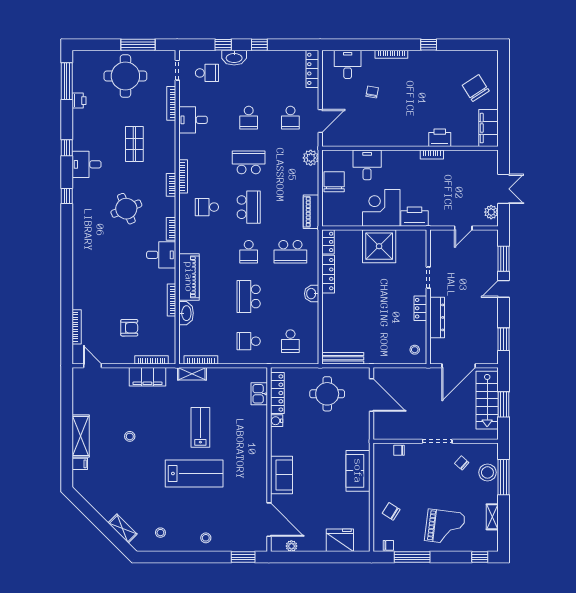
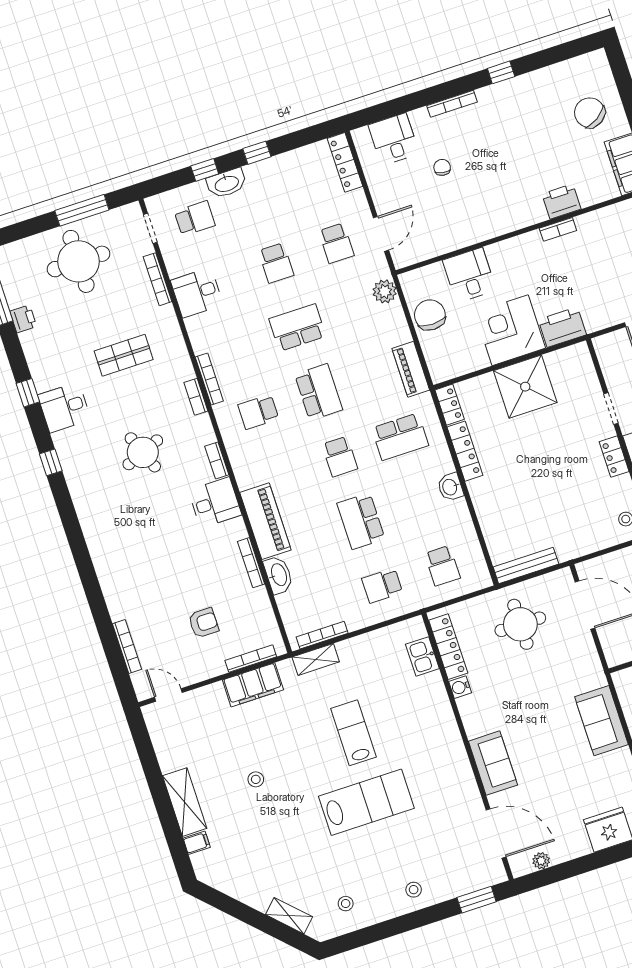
shop shelf: (134, 144) -> (124, 355), turned 90

